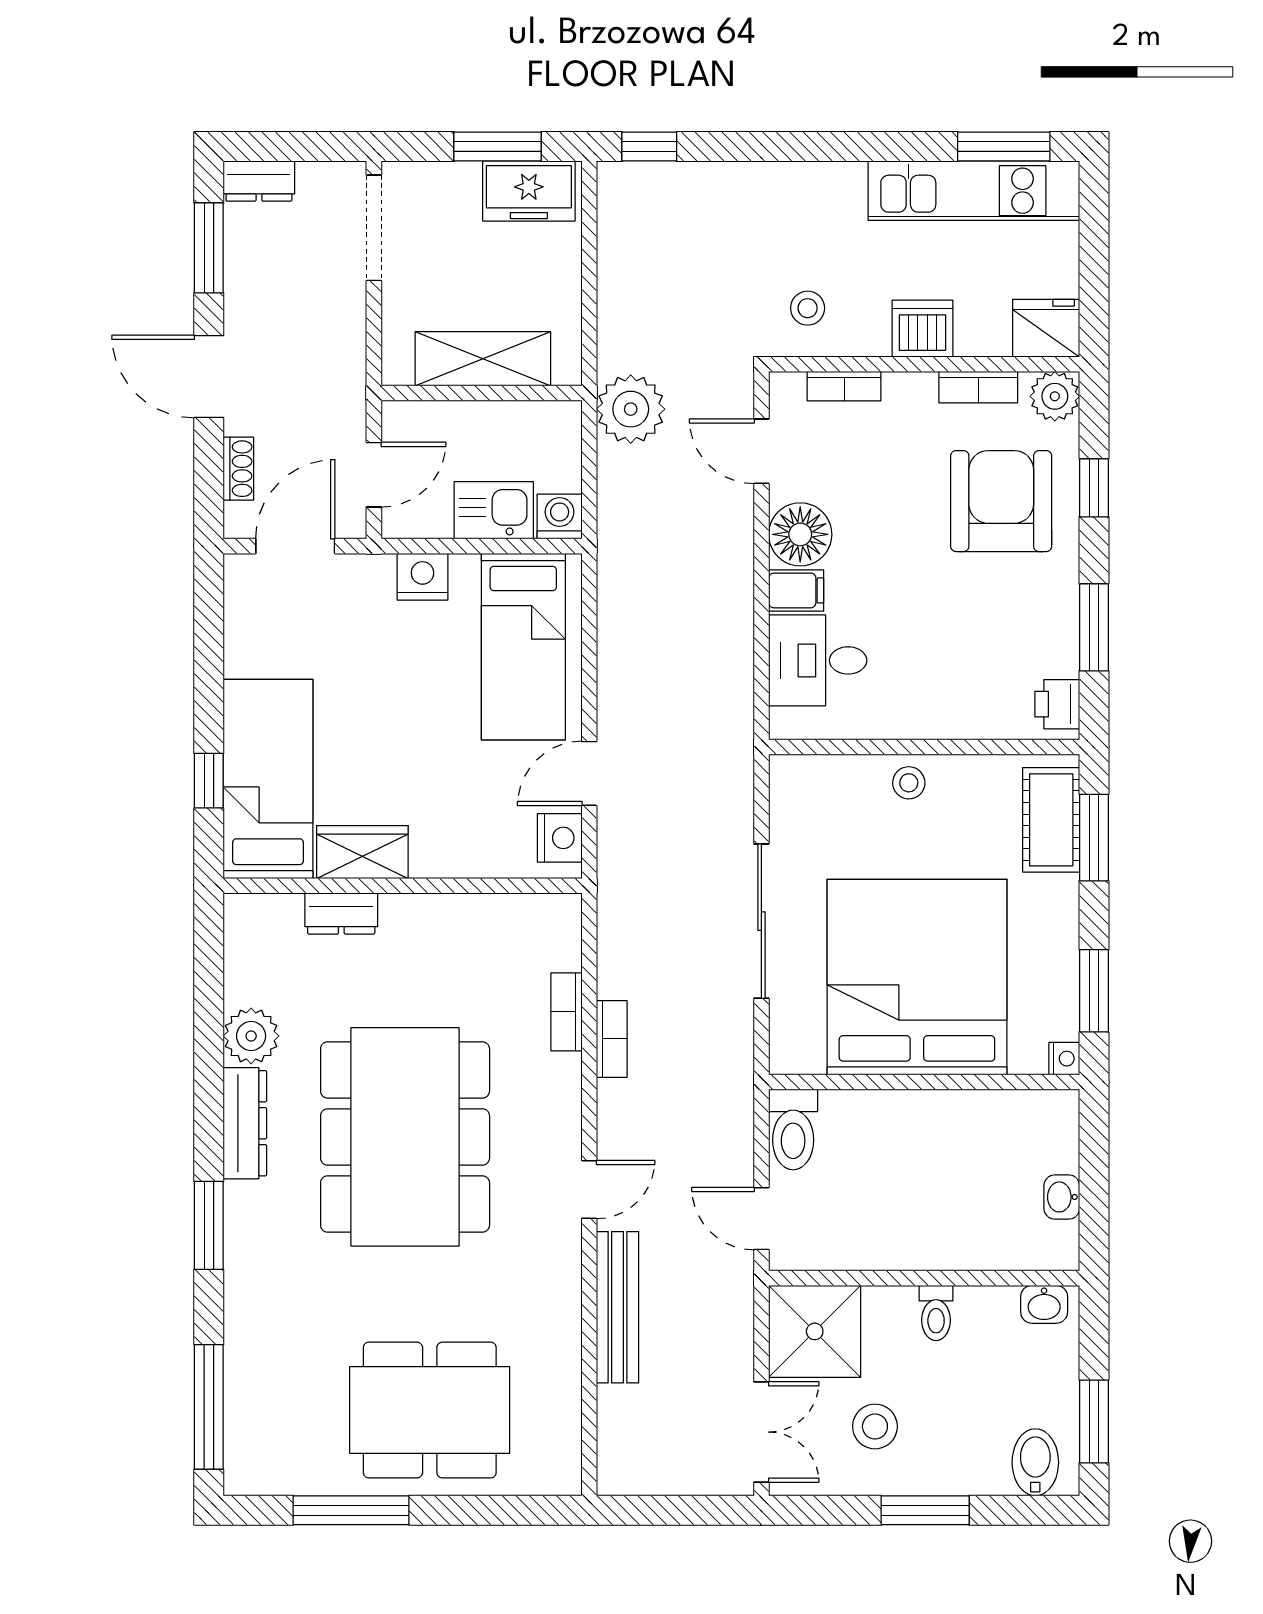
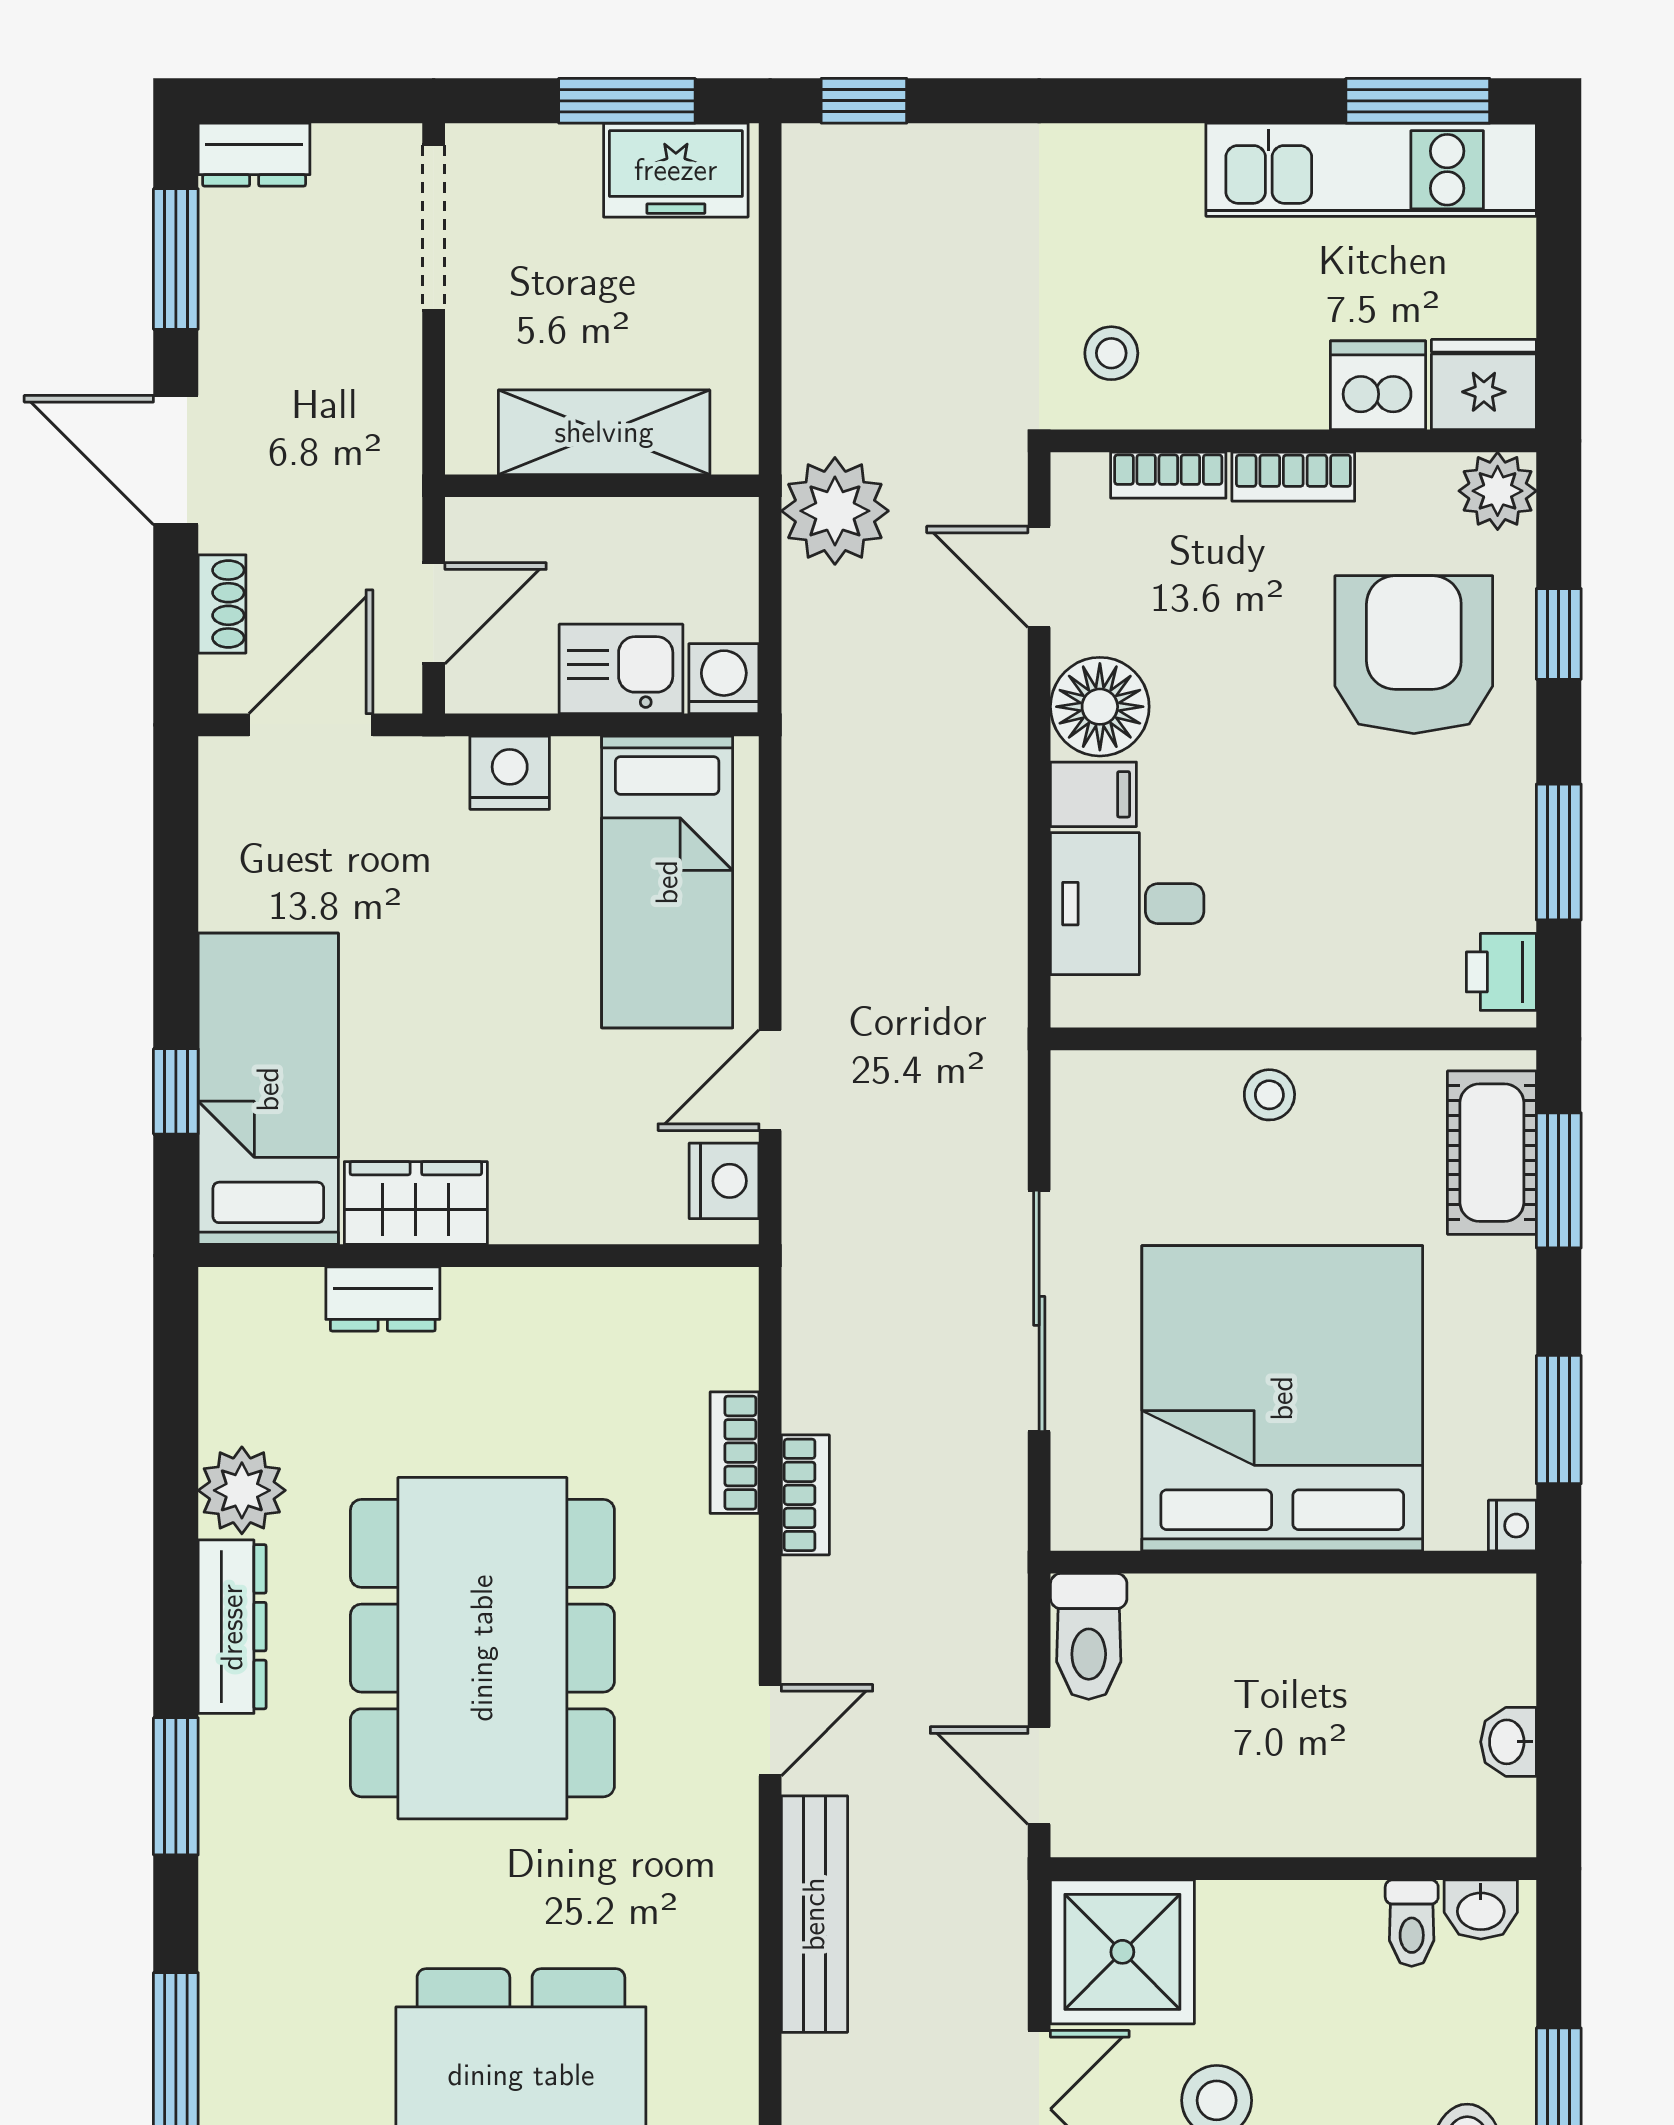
dishwasher: (922, 329) -> (1378, 385), moved
bookcase: (978, 387) -> (1293, 477), moved
toilet: (936, 1313) -> (1412, 1923), moved

